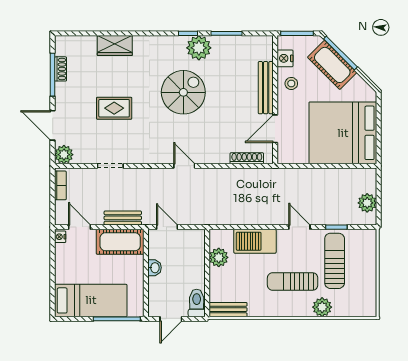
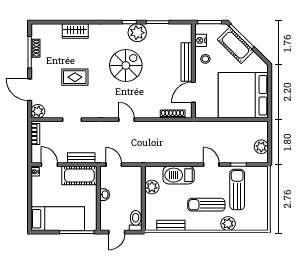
bench: (228, 310) -> (171, 225), moved

